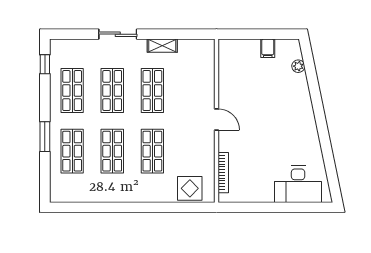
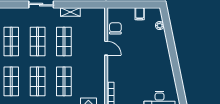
chair: (231, 70) -> (115, 28), added
door: (217, 120) -> (106, 48), moved

